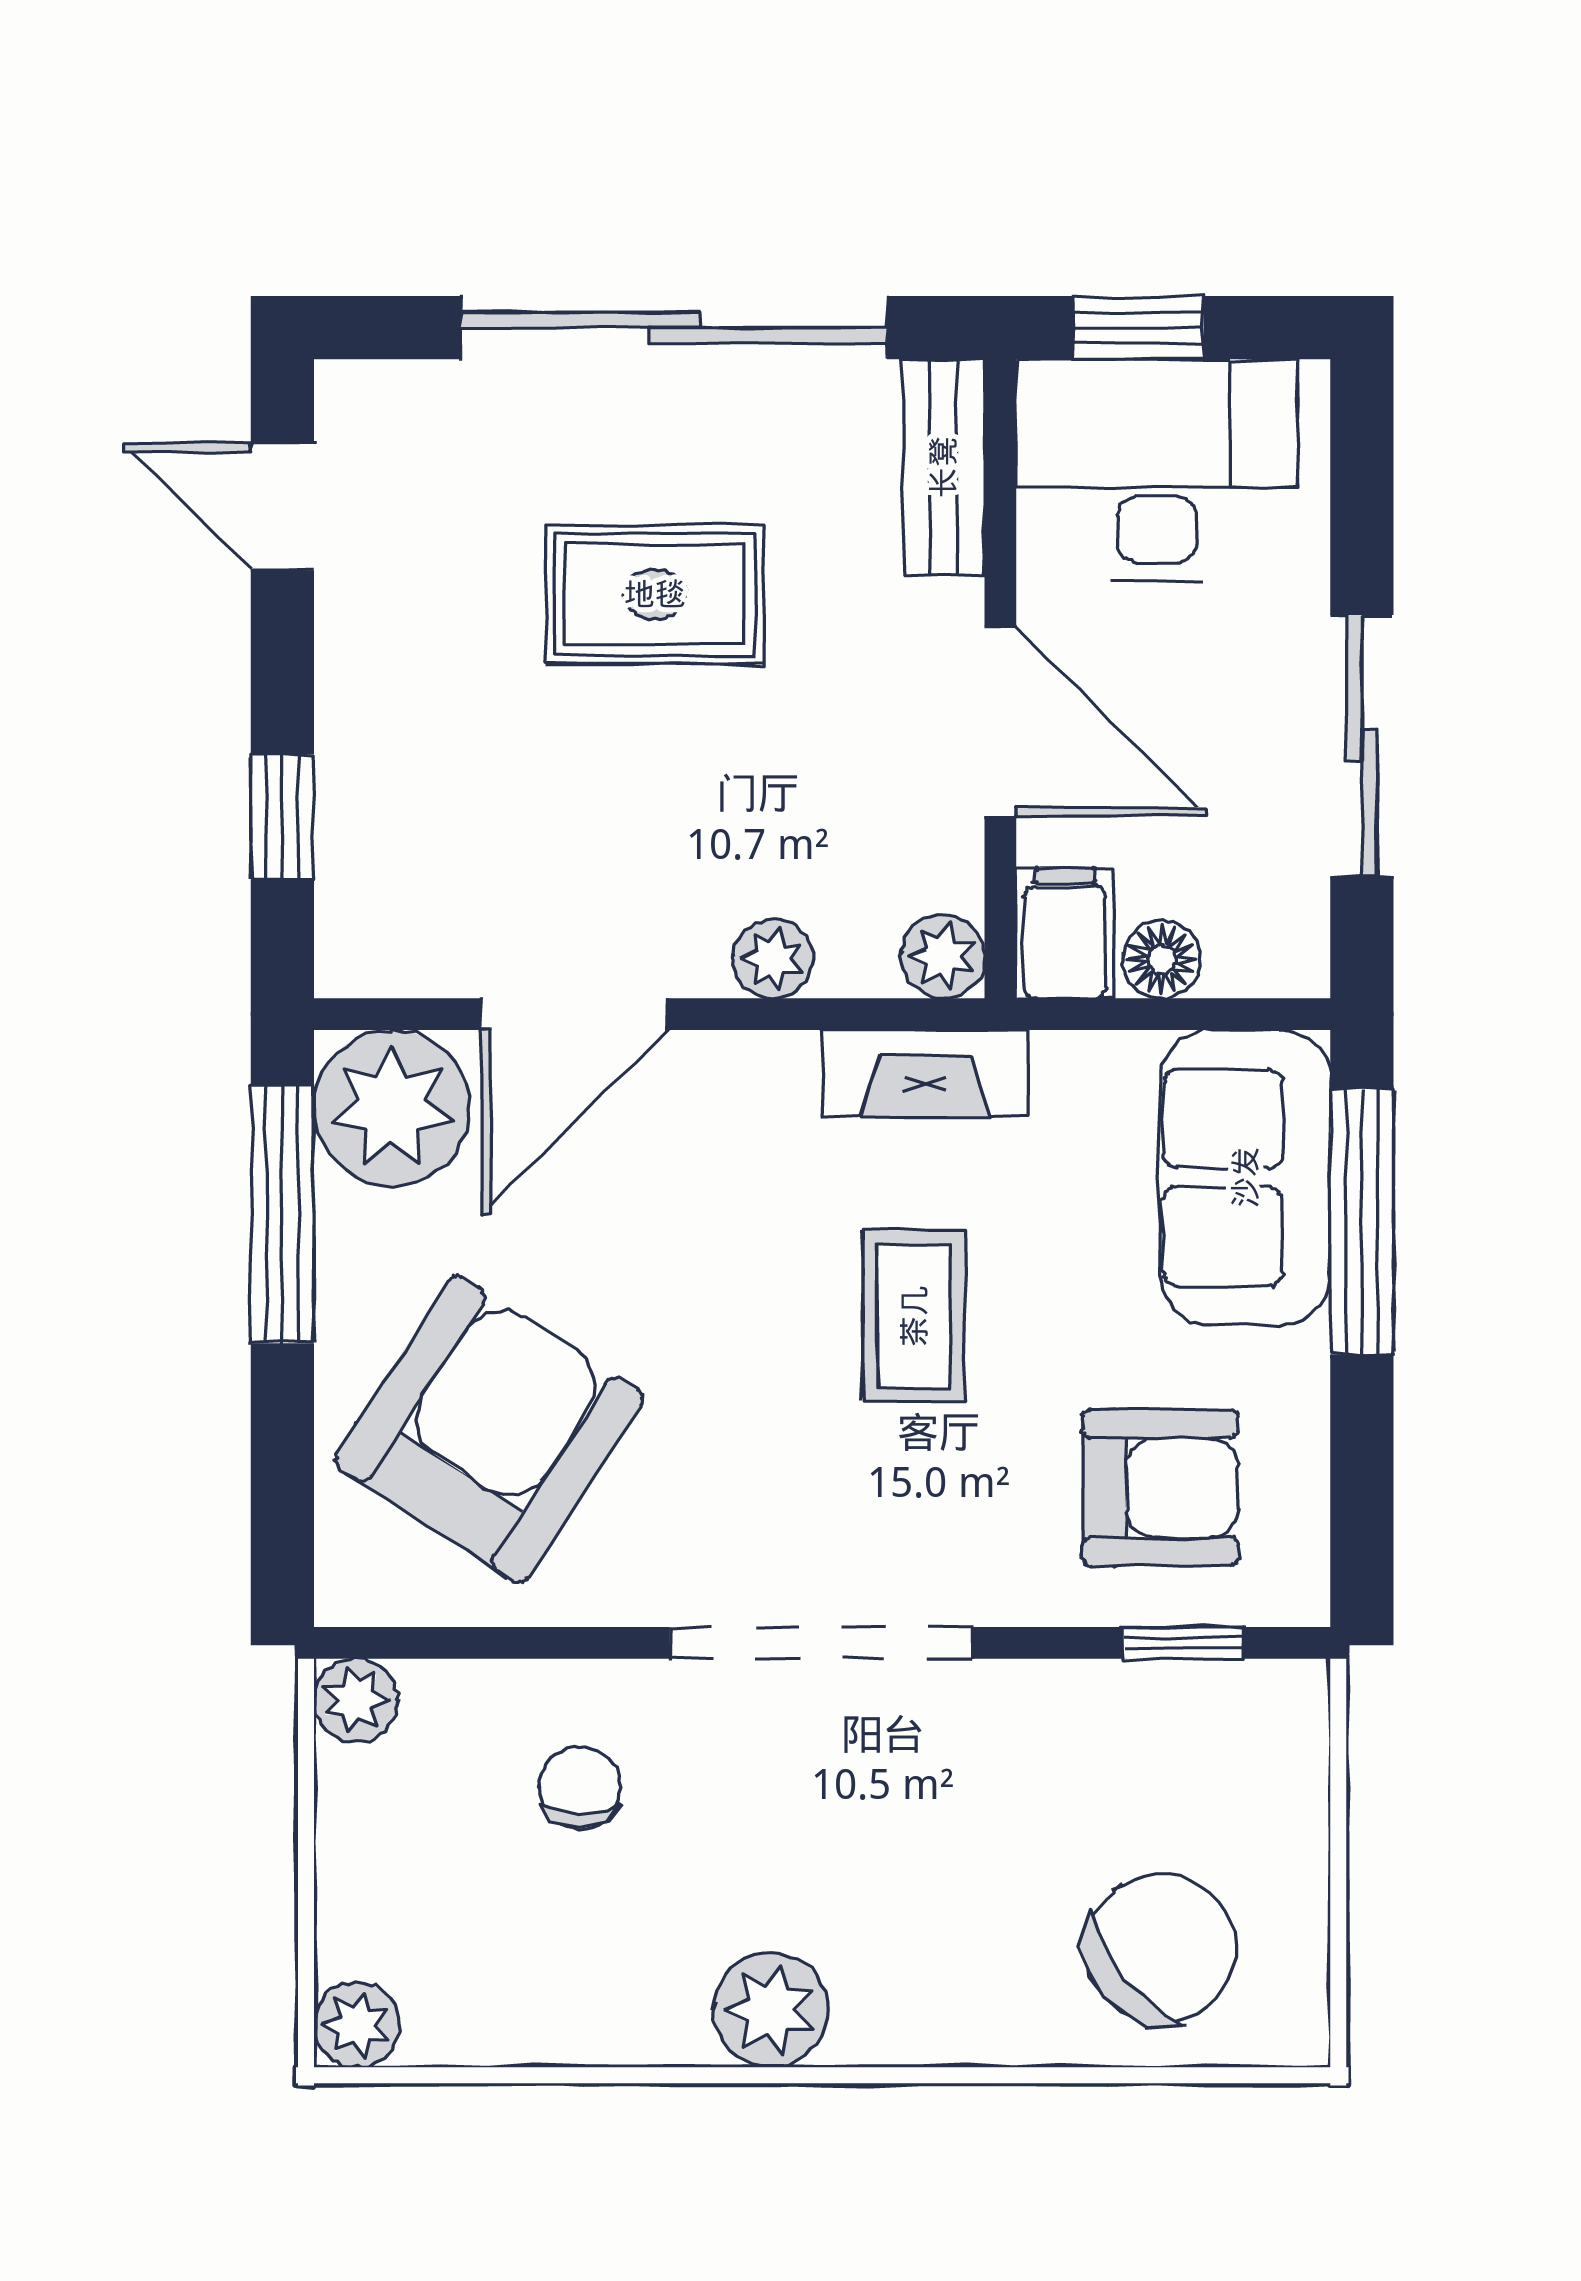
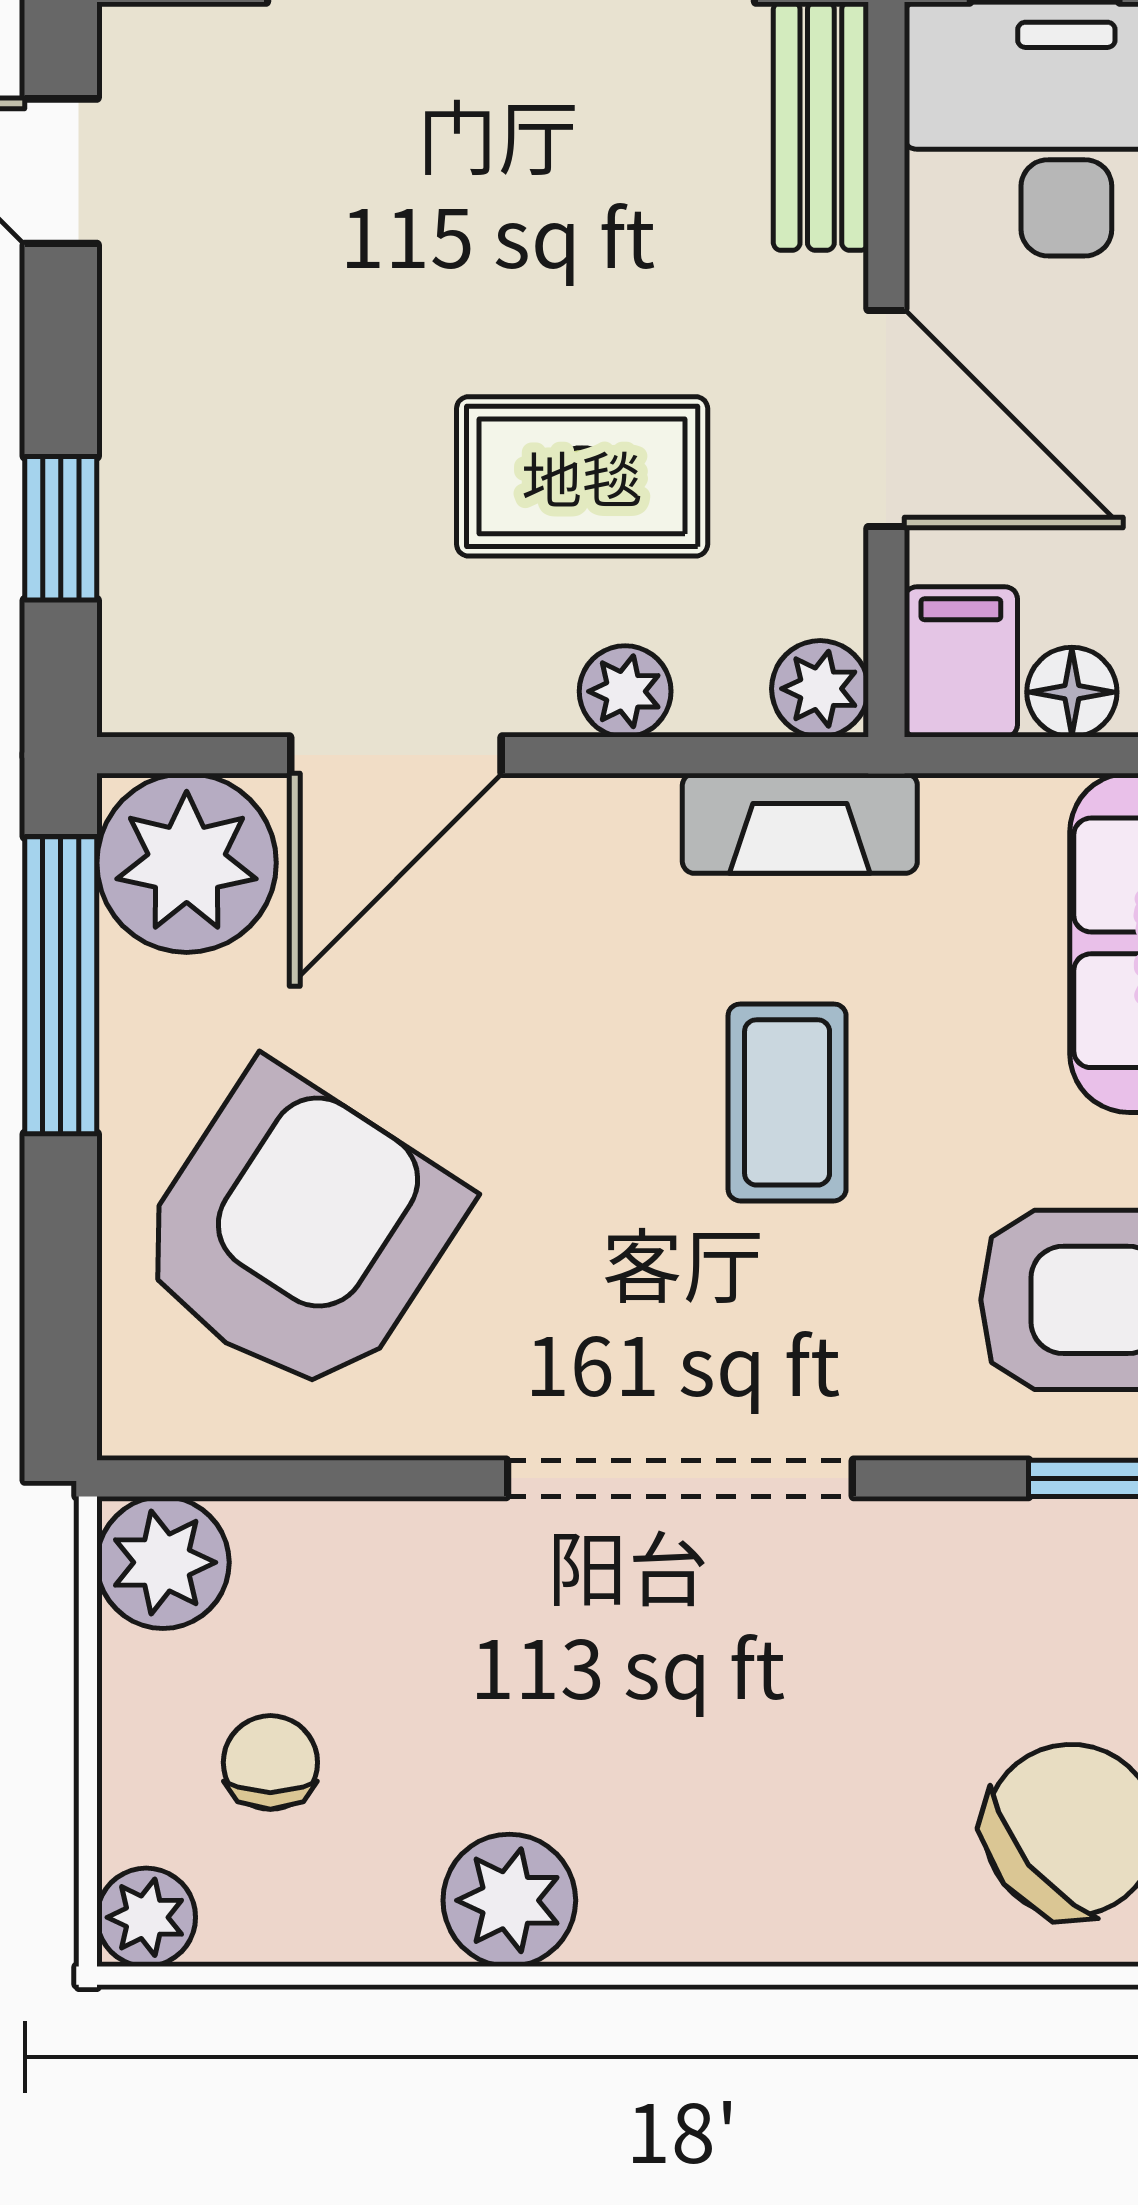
rug: (655, 594) -> (582, 476), moved
plant: (356, 1700) -> (163, 1562), width x1.38, depth x1.38
chair: (580, 1788) -> (270, 1762), moved
plant: (771, 2010) -> (509, 1900), moved

